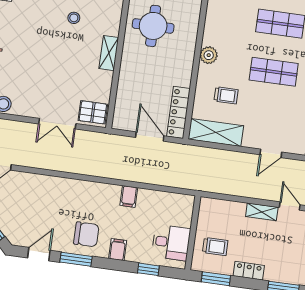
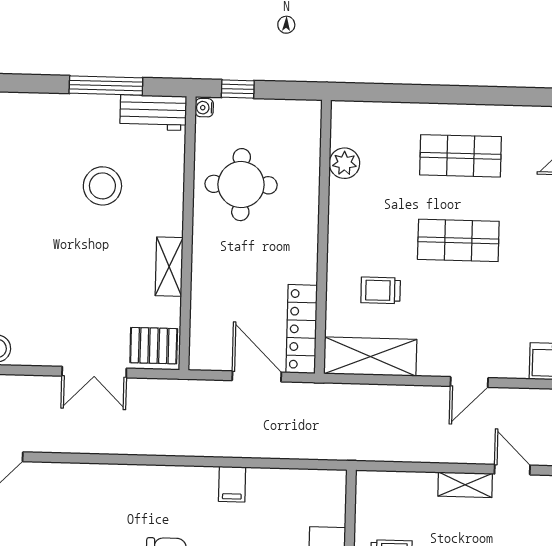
stool: (74, 18) -> (102, 186), width x1.89, depth x1.89
shelving: (109, 53) -> (169, 267), moved
plant: (209, 55) -> (344, 163), moved
trolley: (226, 95) -> (381, 290), turned 180

